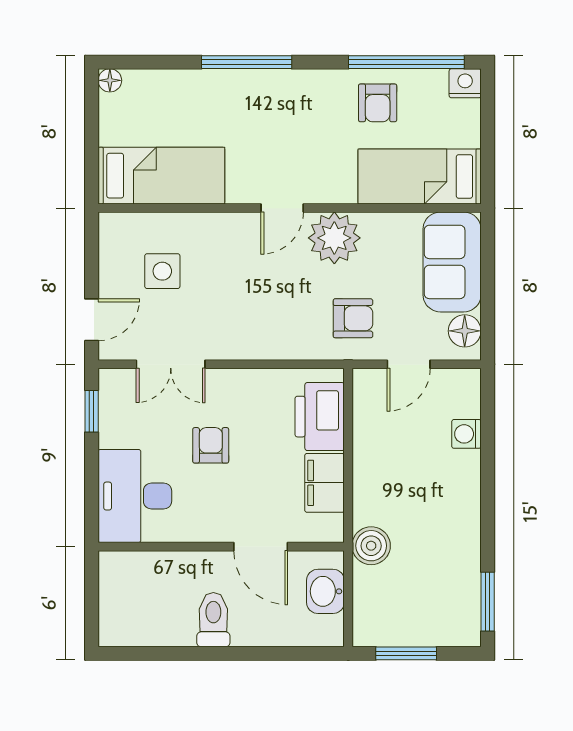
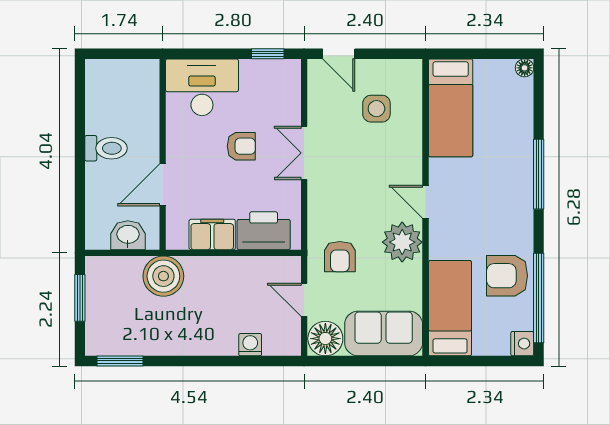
armchair: (378, 103) -> (507, 276), width x1.38, depth x1.38
floor lamp: (465, 331) -> (325, 339), width x1.38, depth x1.38
double door: (171, 364) -> (304, 153), moved
boiler: (371, 546) -> (163, 276), width x1.37, depth x1.37

